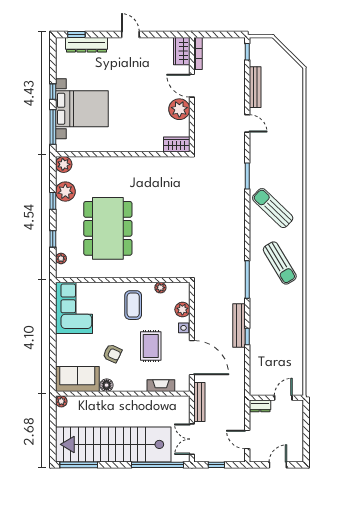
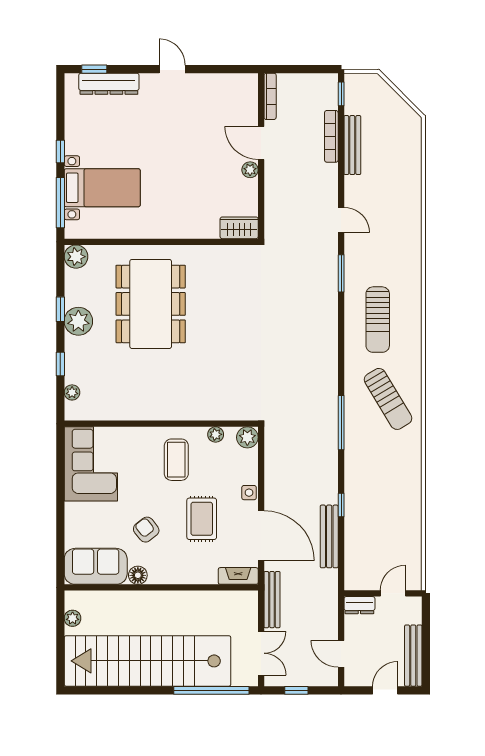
wardrobe: (182, 51) -> (246, 93), removed
bookcase: (241, 81) -> (331, 136), added
bed with nightstands: (82, 109) -> (102, 188), width x0.73
plant: (179, 109) -> (250, 170), width x0.53, depth x0.53
door: (247, 123) -> (341, 220), moved
plant: (65, 192) -> (78, 321), moved
sun lounger: (273, 208) -> (378, 320), turned -134
dining table: (108, 228) -> (151, 304), moved
plant: (182, 310) -> (247, 437), moved
bench: (239, 326) -> (329, 536), moved
armchair: (112, 353) -> (146, 530), turned -153
fireplace: (161, 386) -> (238, 576), moved
plant: (61, 401) -> (73, 618), moved
double door: (192, 439) -> (261, 653), swing flipped
bench: (297, 441) -> (413, 656), added
window: (79, 465) -> (98, 690), removed

